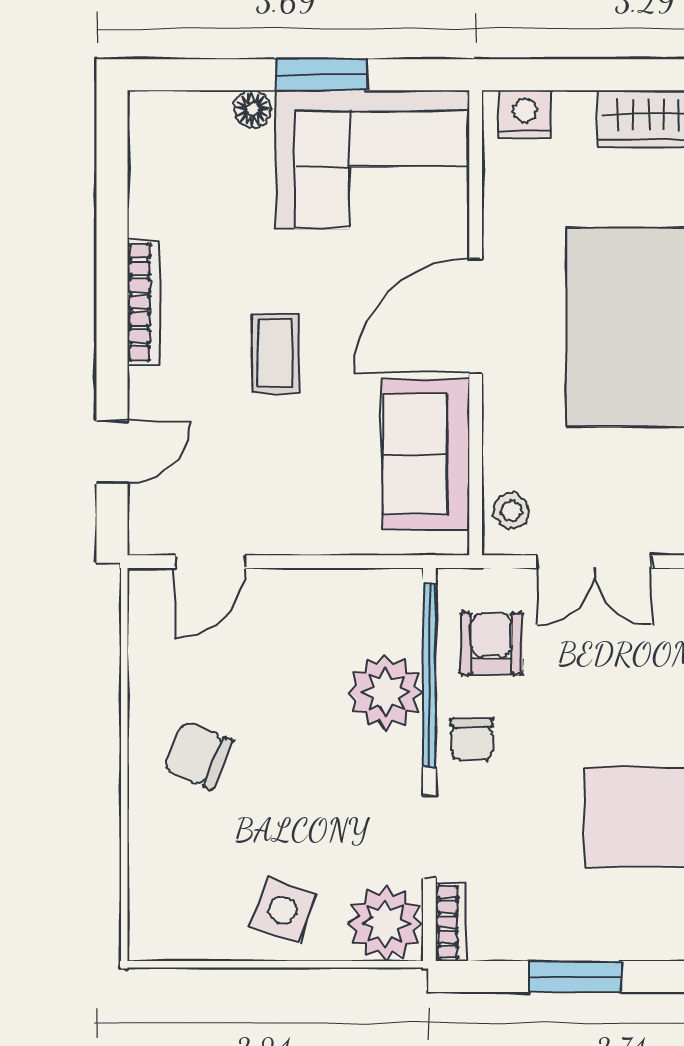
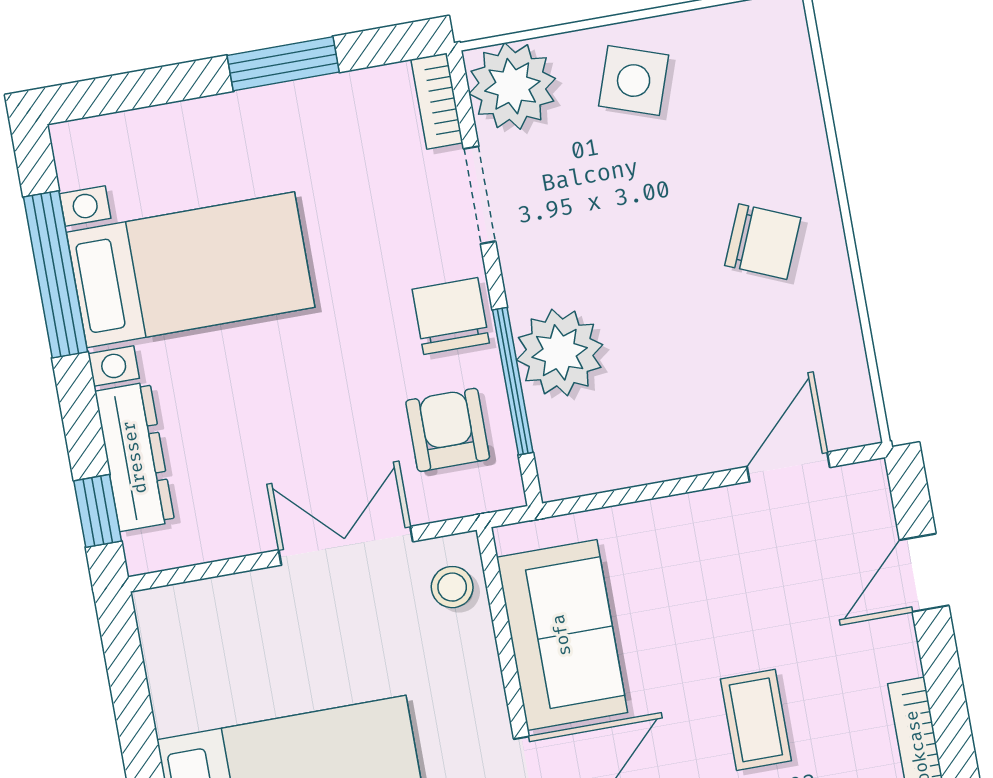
armchair: (491, 644) -> (448, 430), turned 180
window: (429, 675) -> (513, 381), width x0.68
chair: (472, 739) -> (451, 316), width x1.37, depth x1.37

